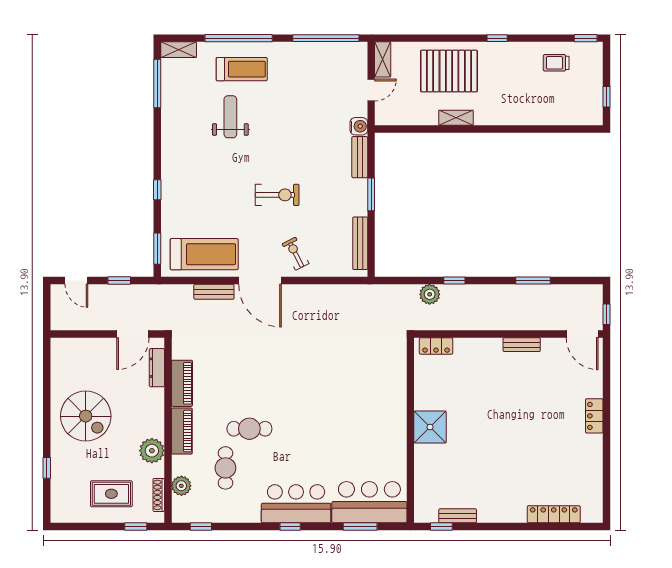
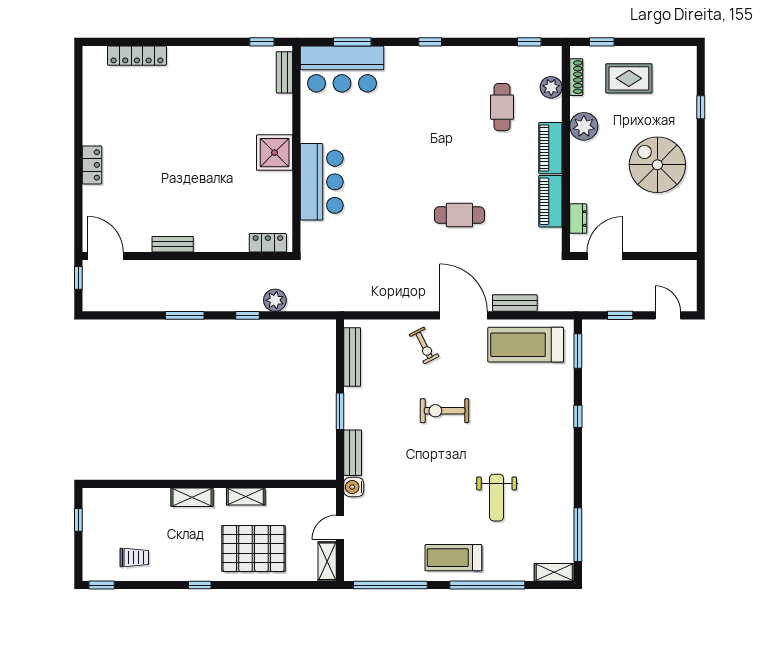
treadmill: (242, 69) -> (453, 558), moved
shelving: (504, 117) -> (192, 497), added
window: (533, 281) -> (185, 315), moved
dresser: (157, 368) -> (578, 219), width x0.70
cafe table: (249, 429) -> (459, 215), moved
bar counter: (296, 504) -> (322, 182), moved, turned -90
bench: (458, 516) -> (284, 72), moved, turned 90

